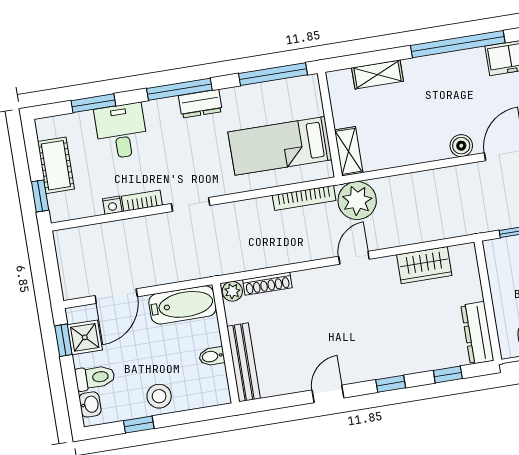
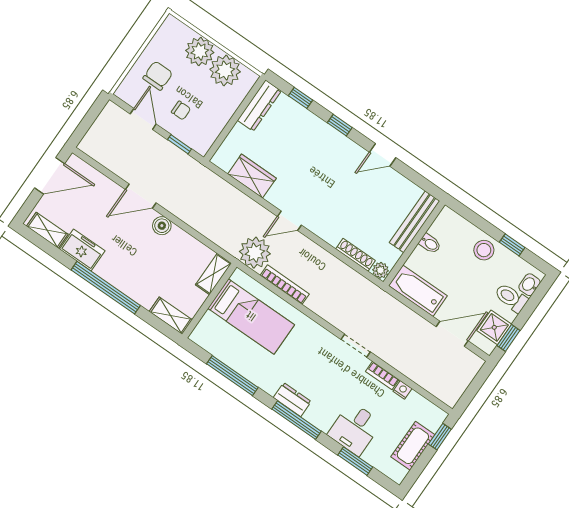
wall: (330, 125) -> (209, 300), moved
bed: (280, 146) -> (251, 316), moved
shelving: (349, 151) -> (213, 274), moved

